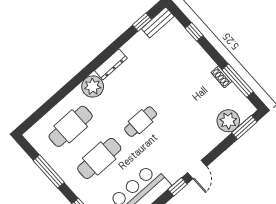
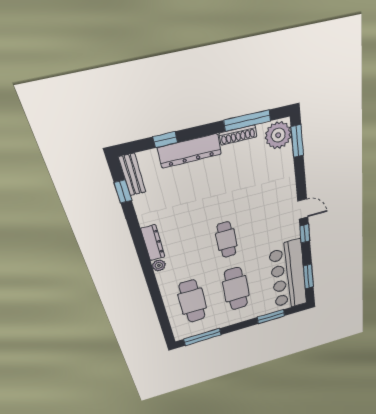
dresser: (195, 53) -> (190, 151), added
shoe rack: (222, 77) -> (238, 135), width x1.43
plant: (93, 87) -> (159, 265), width x0.53, depth x0.53
plant: (228, 121) -> (278, 135), moved
window: (49, 171) -> (202, 337), moved

